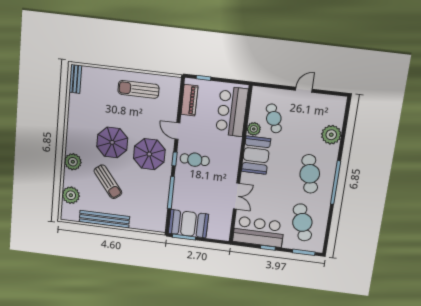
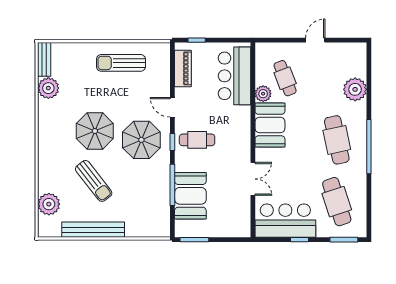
plant: (73, 162) -> (48, 88), moved
booth: (188, 224) -> (190, 196), moved, turned 90

